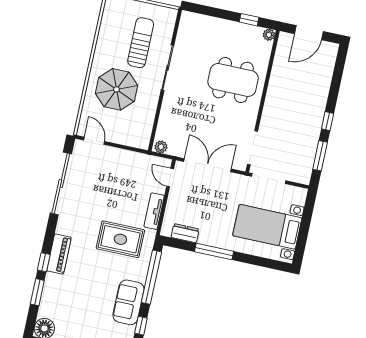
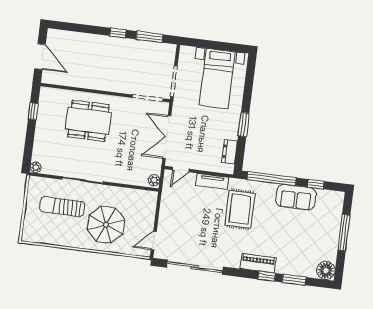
plant: (269, 35) -> (36, 167), moved
dining table: (233, 80) -> (88, 121), turned 90
window: (214, 251) -> (244, 124), width x0.69

